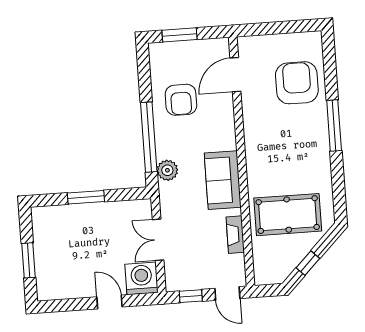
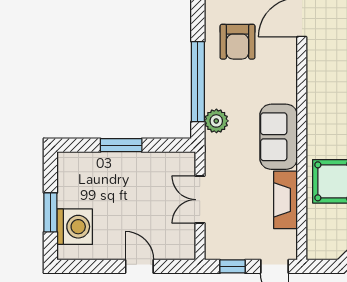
fireplace: (235, 235) -> (286, 200), width x1.37, depth x1.32
washing machine: (141, 278) -> (75, 227), moved, turned 90

